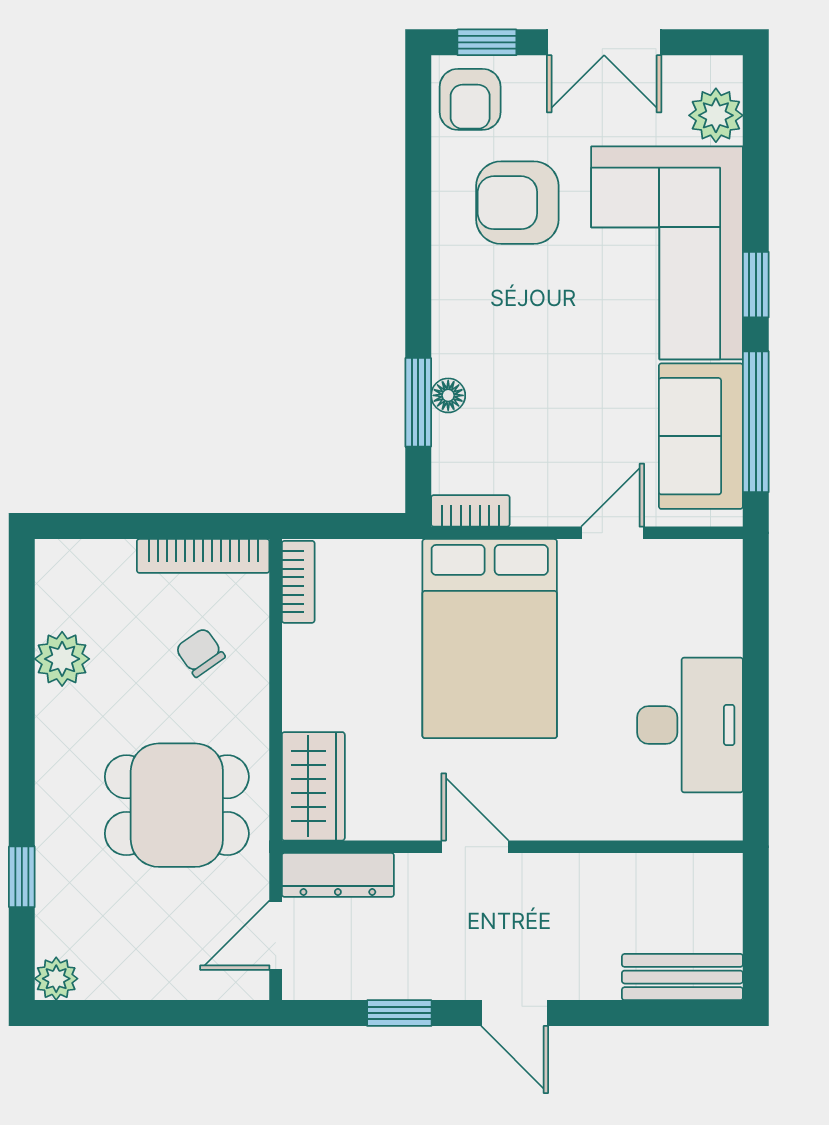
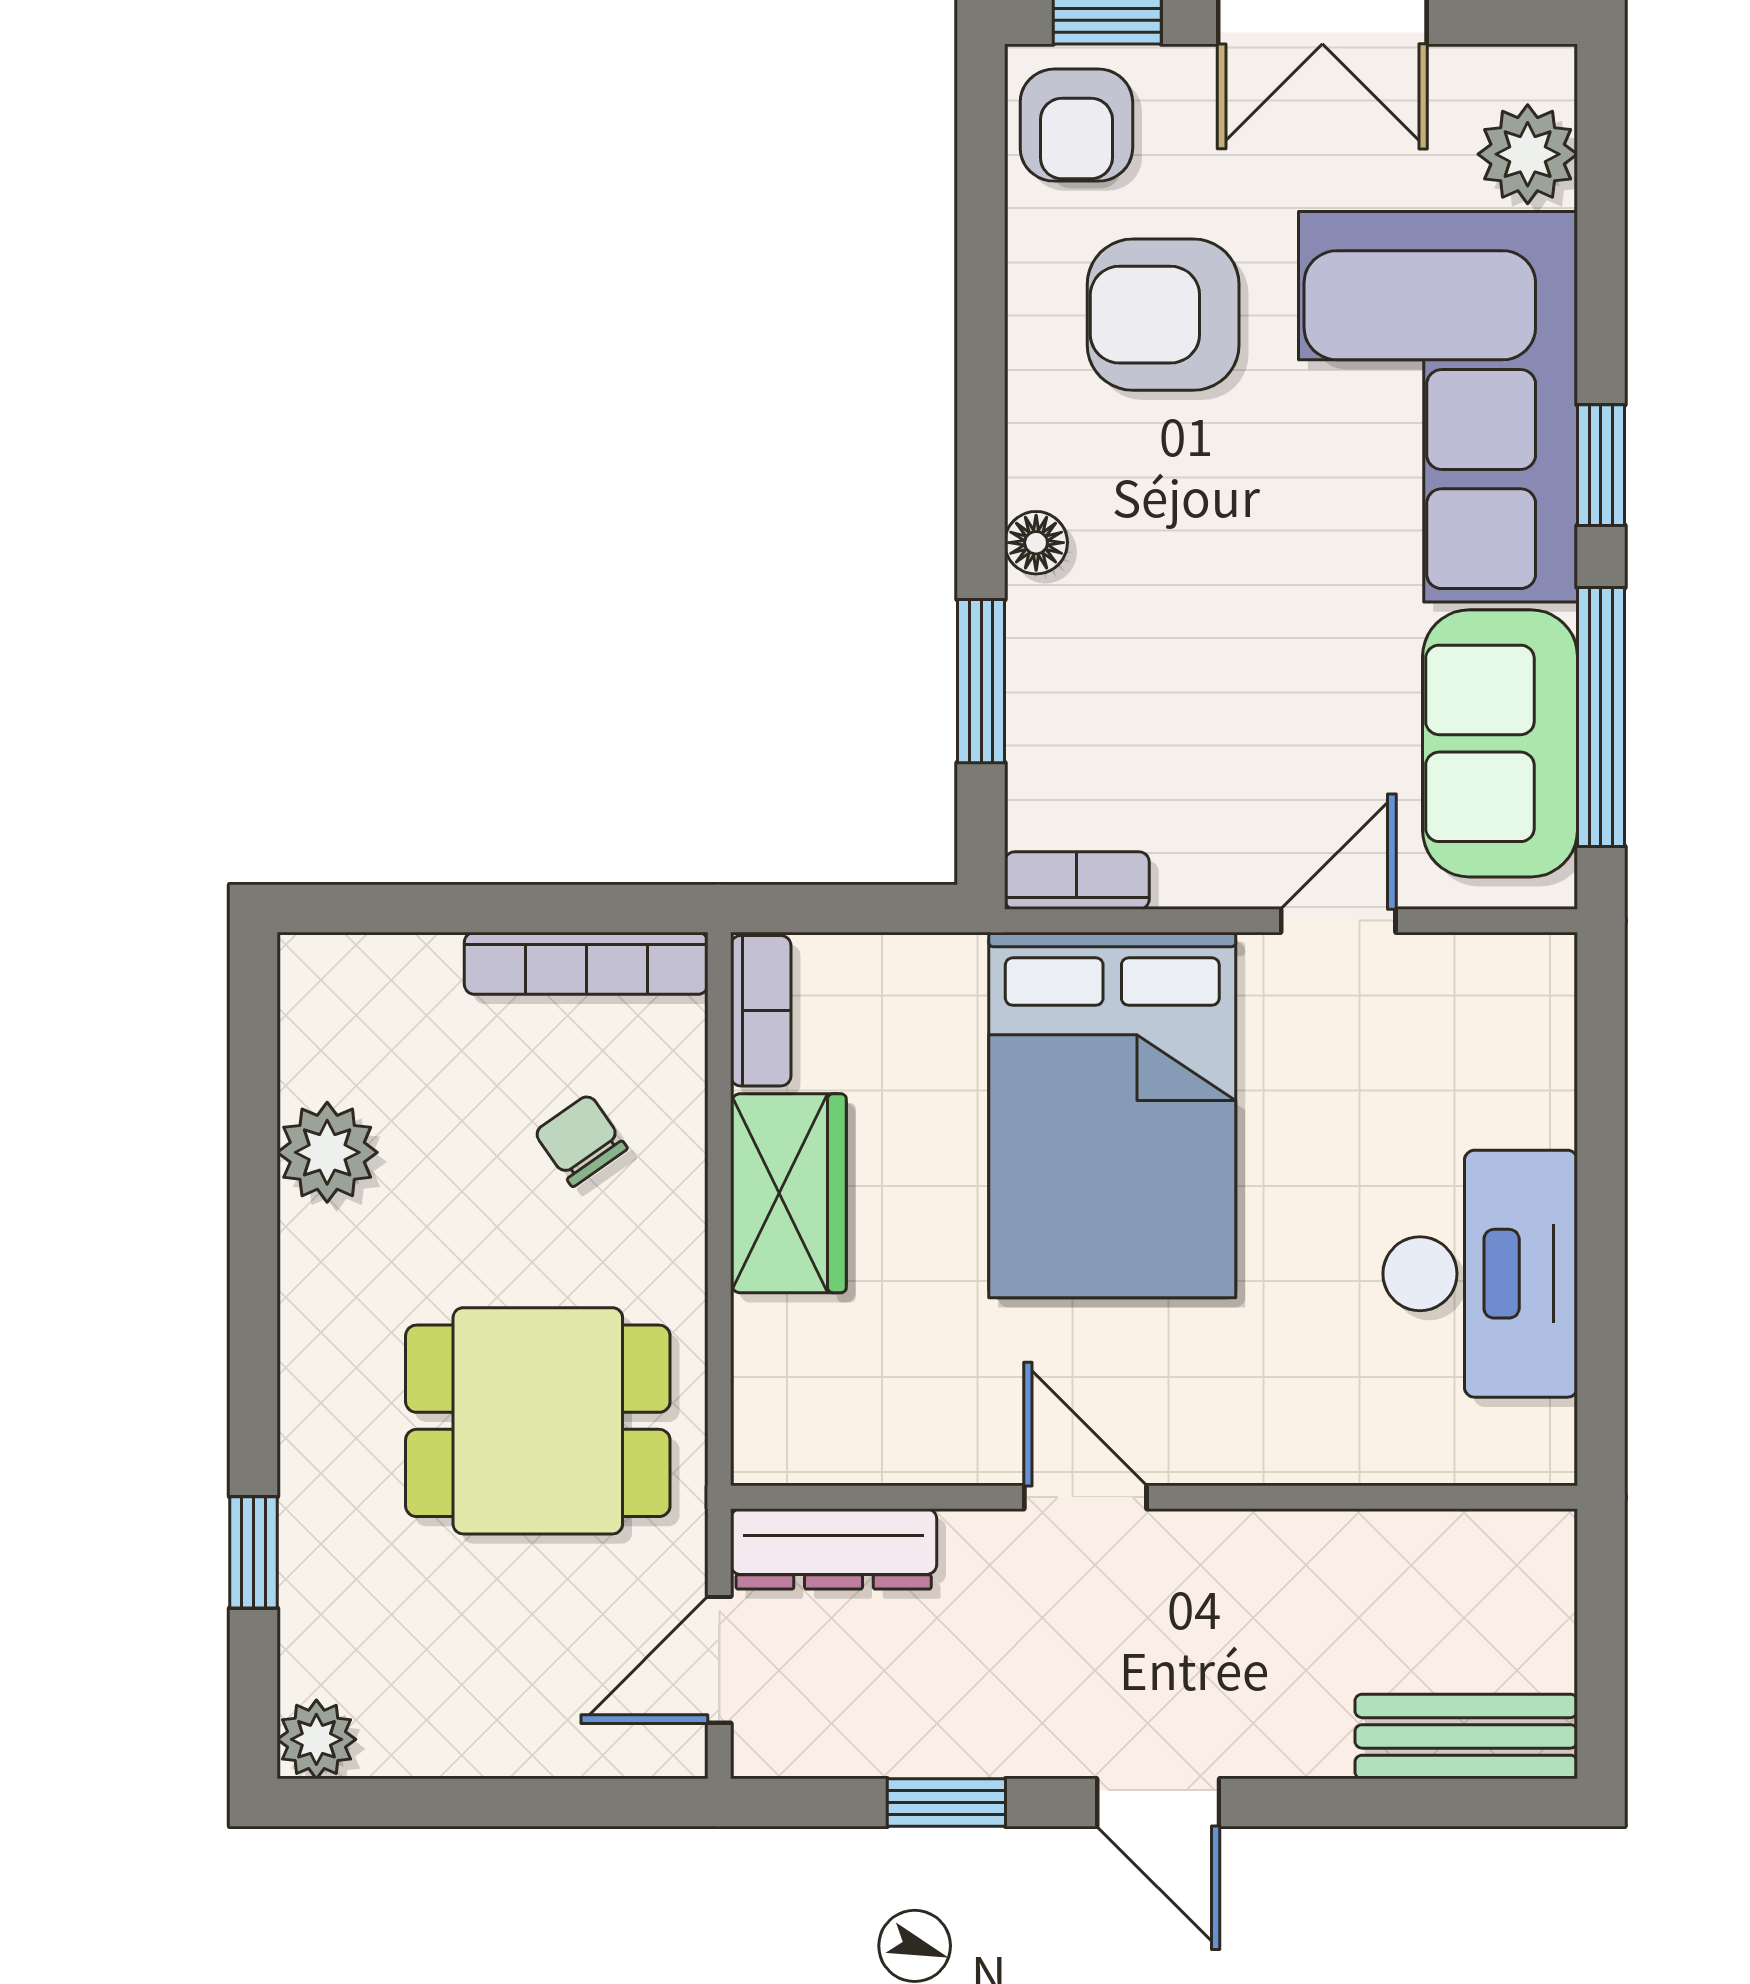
floor lamp: (448, 395) -> (1036, 543), moved
wardrobe: (313, 786) -> (788, 1193), moved

